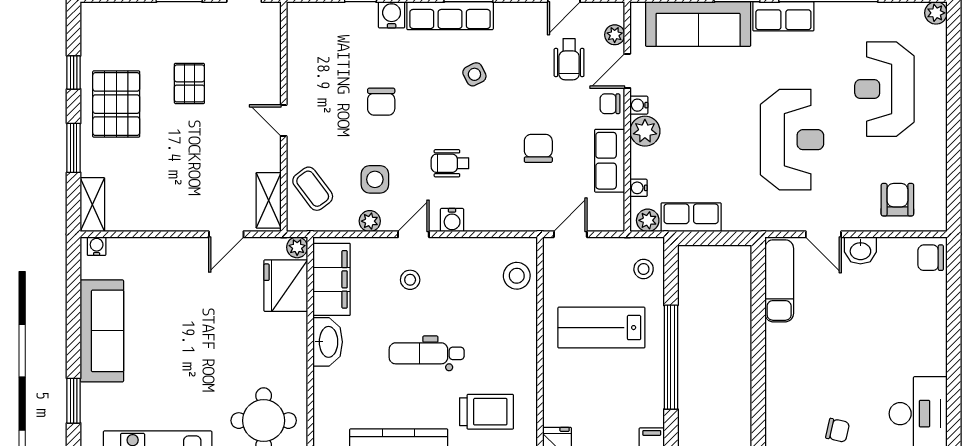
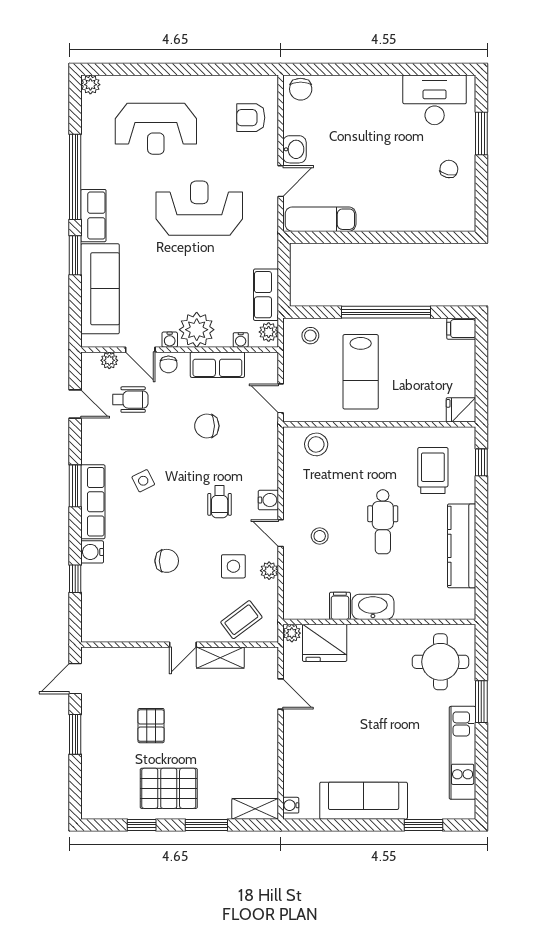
pallet: (189, 83) -> (151, 726), turned 90
plant: (645, 131) -> (197, 330), width x1.36, depth x1.36
shelving: (269, 200) -> (220, 658), moved
filing cabinet: (332, 279) -> (340, 606), width x0.33, depth x0.86

